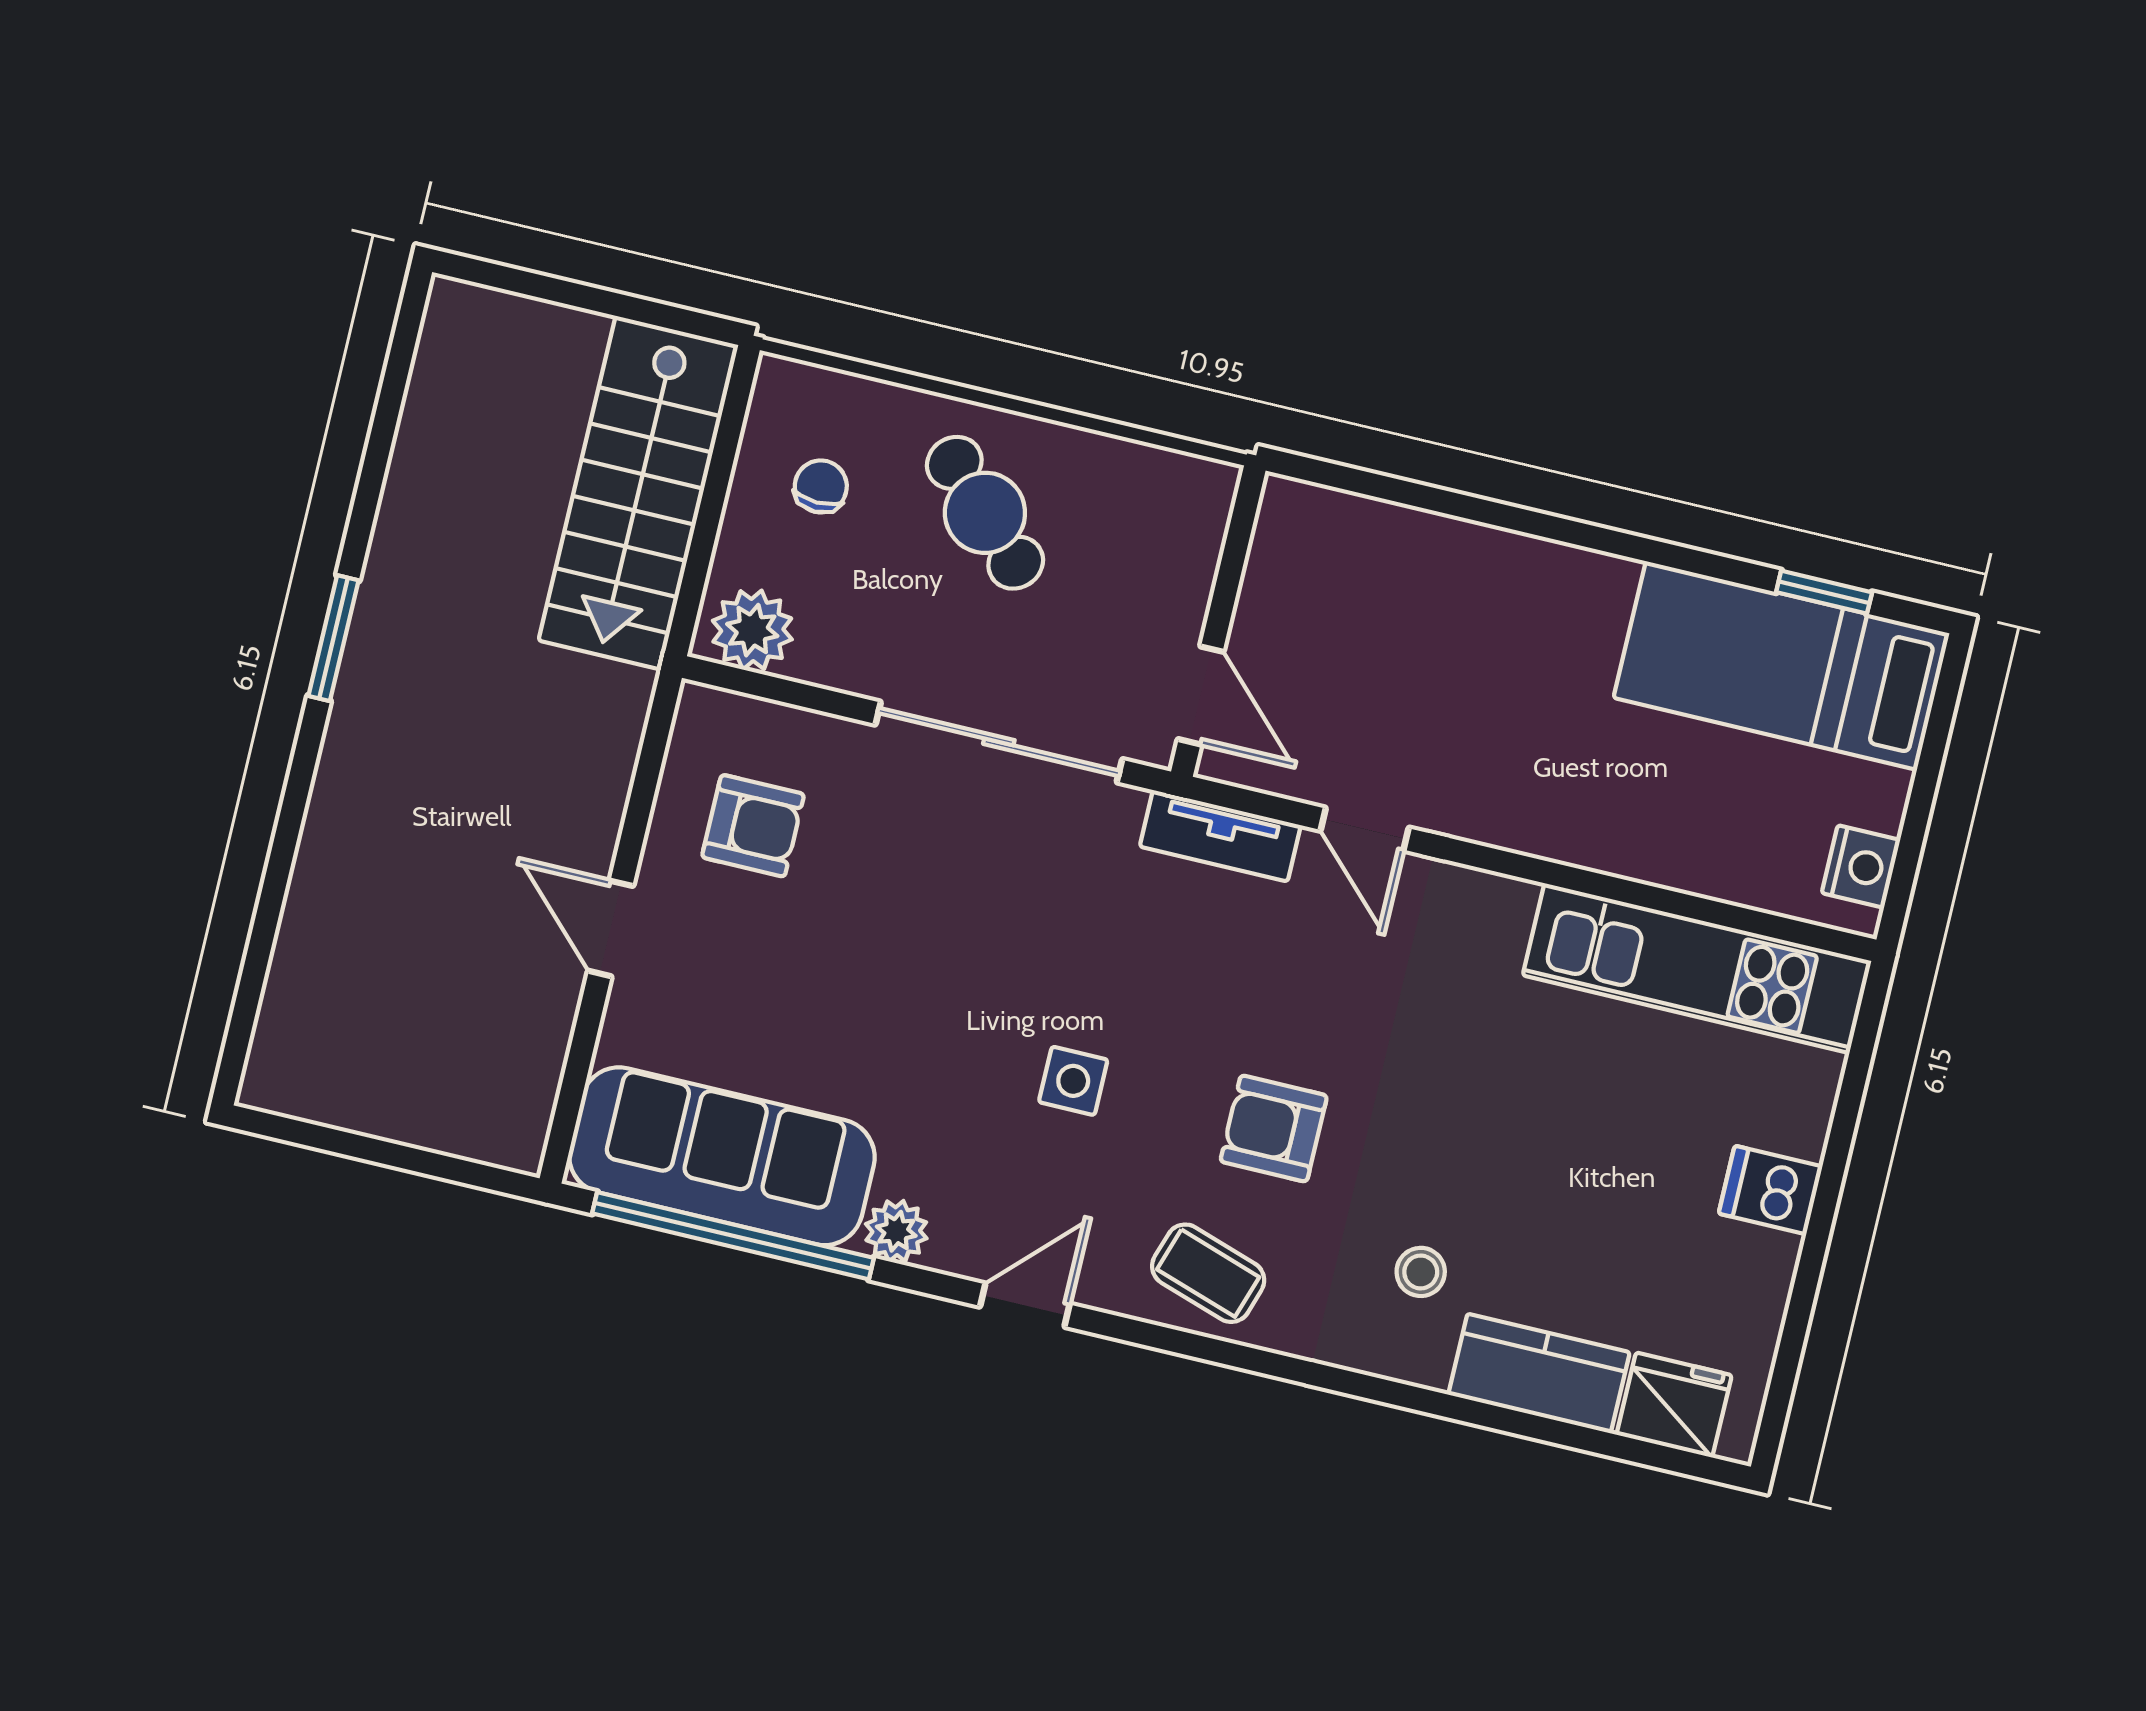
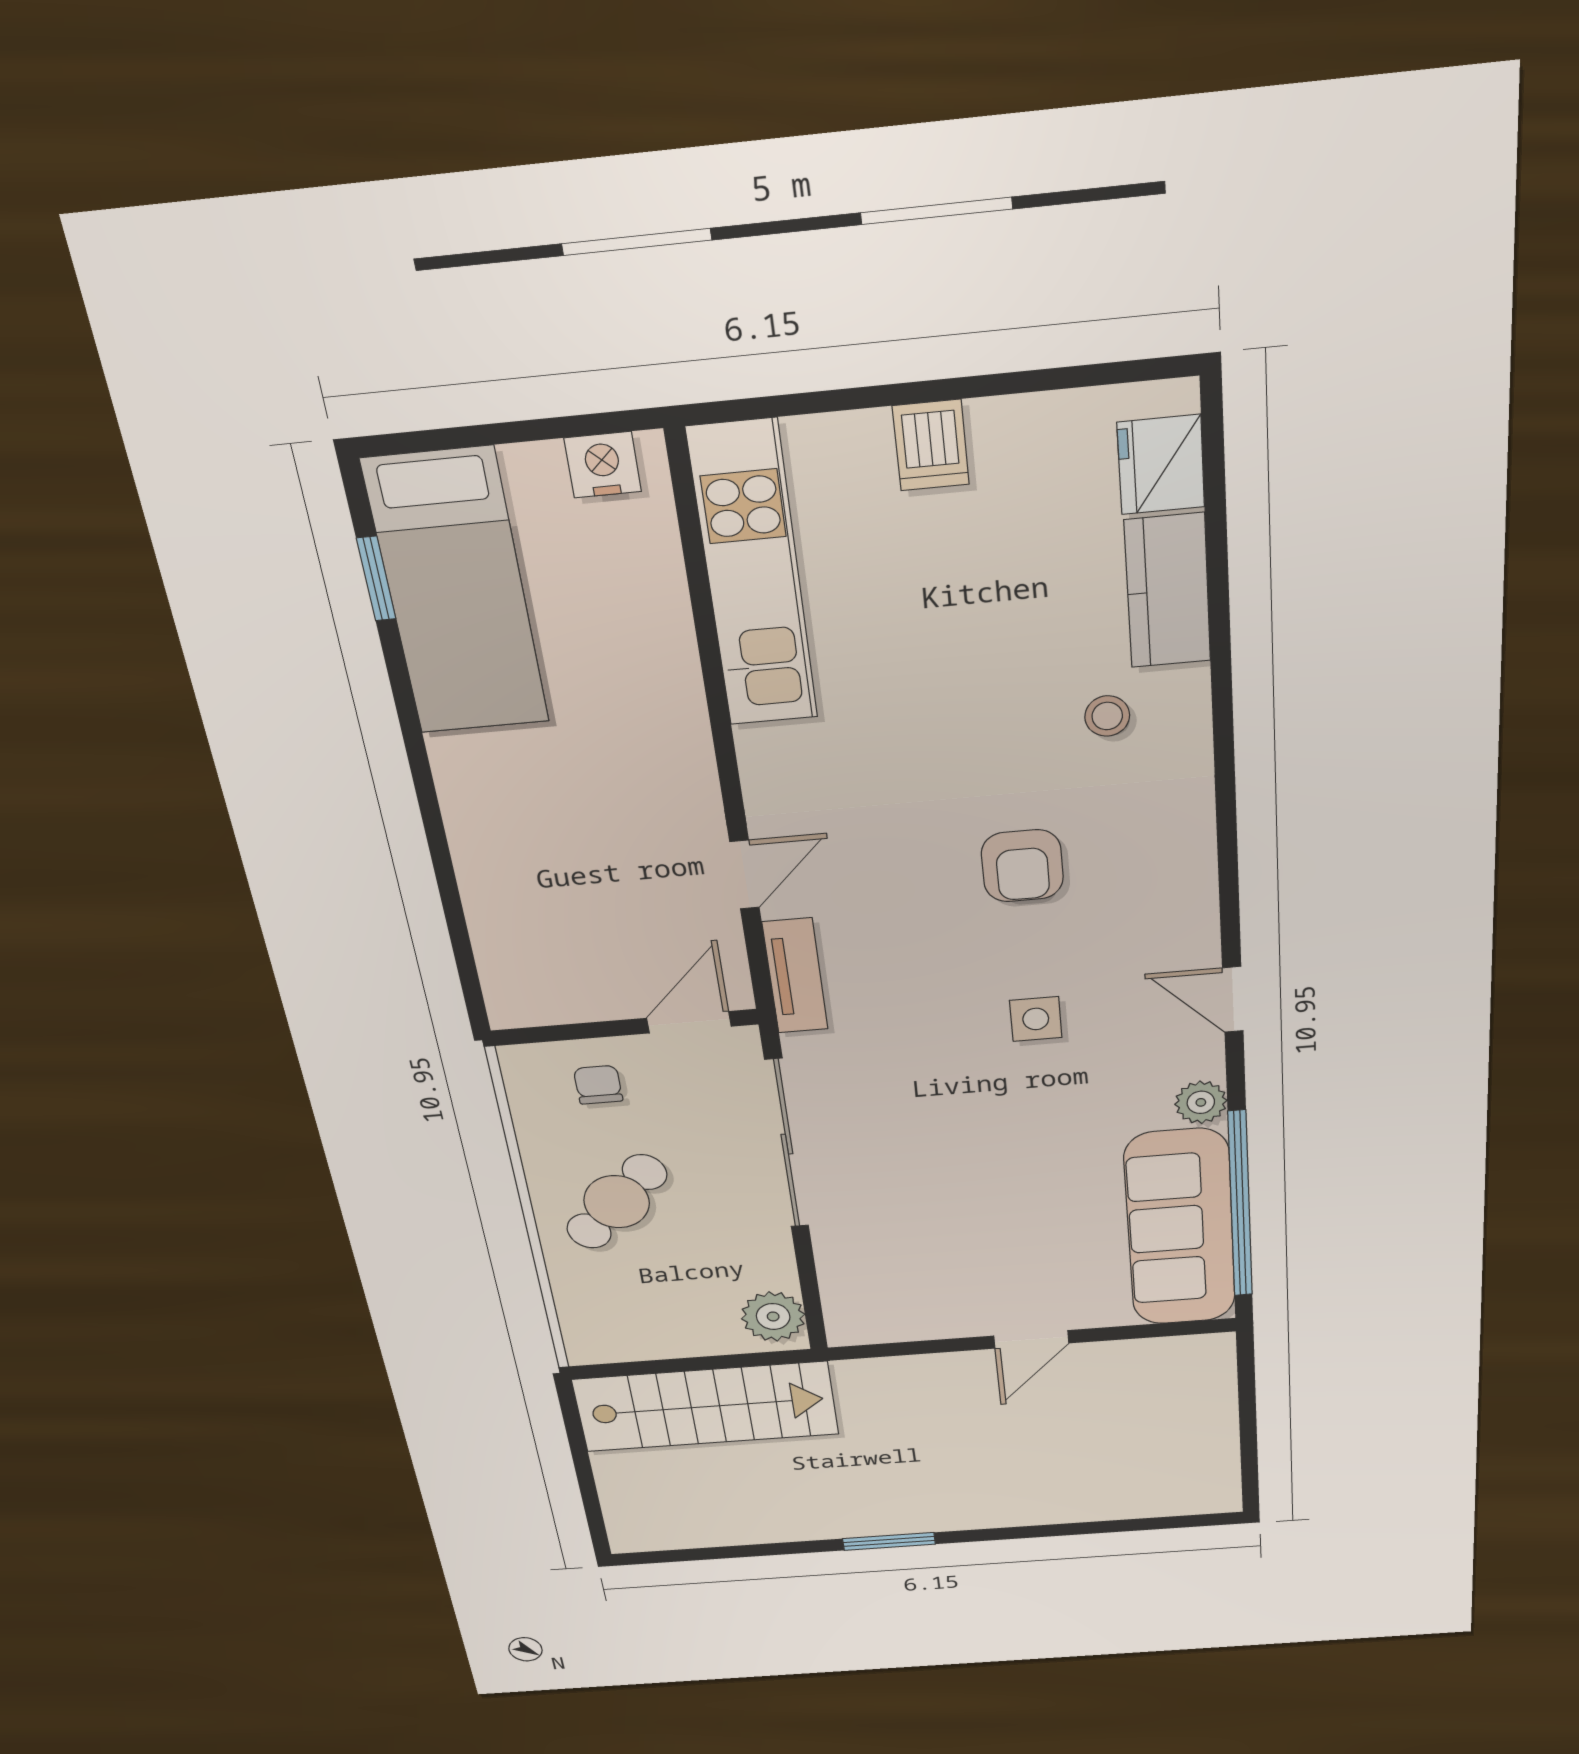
chair: (821, 486) -> (598, 1085), moved, turned 89
armchair: (753, 826) -> (919, 1277), removed
coffee table: (1208, 1273) -> (1163, 877), removed

